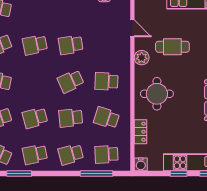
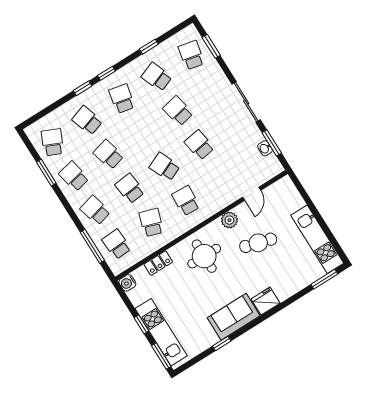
cafe table: (172, 47) -> (258, 243), turned -74

